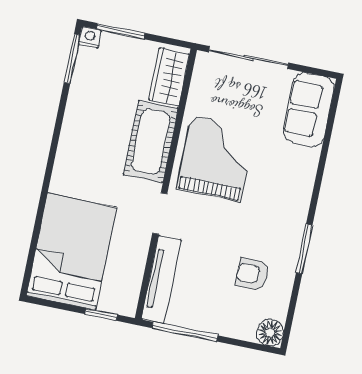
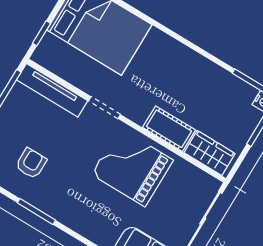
cot: (151, 142) -> (169, 129), width x0.73, depth x0.75
grand piano: (216, 159) -> (132, 167), turned 180

